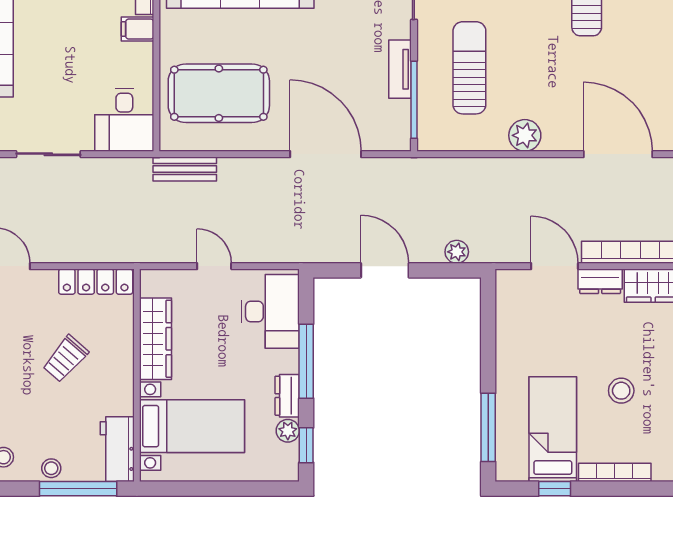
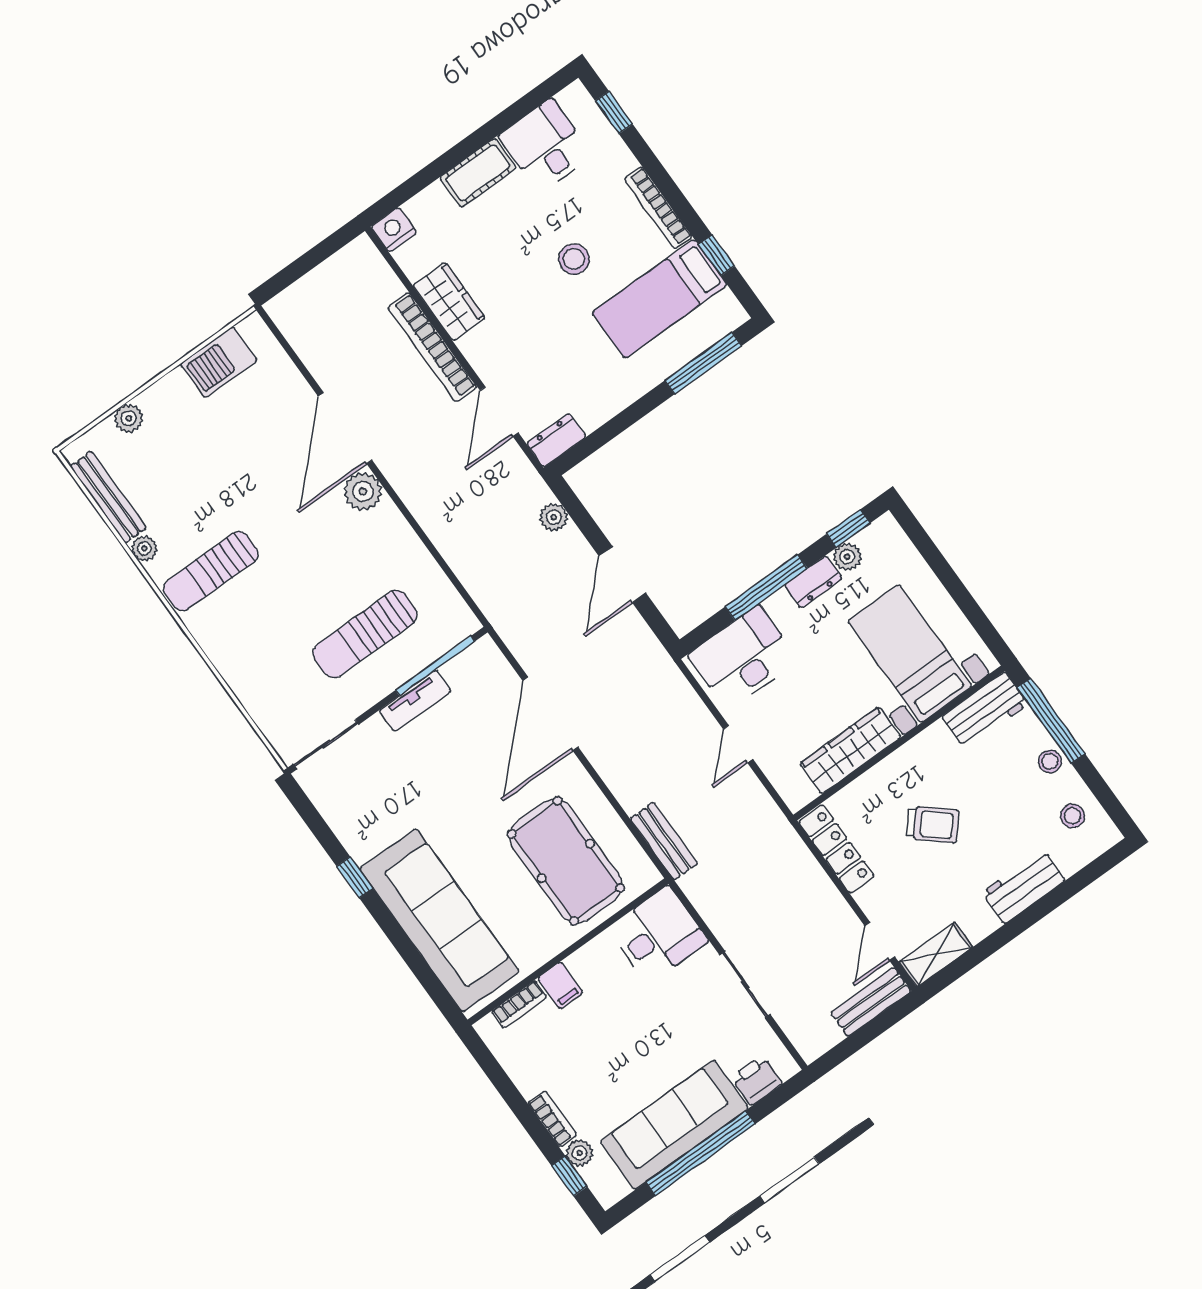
plant: (525, 135) -> (363, 492), moved
dresser: (600, 281) -> (556, 440), moved, turned -90

